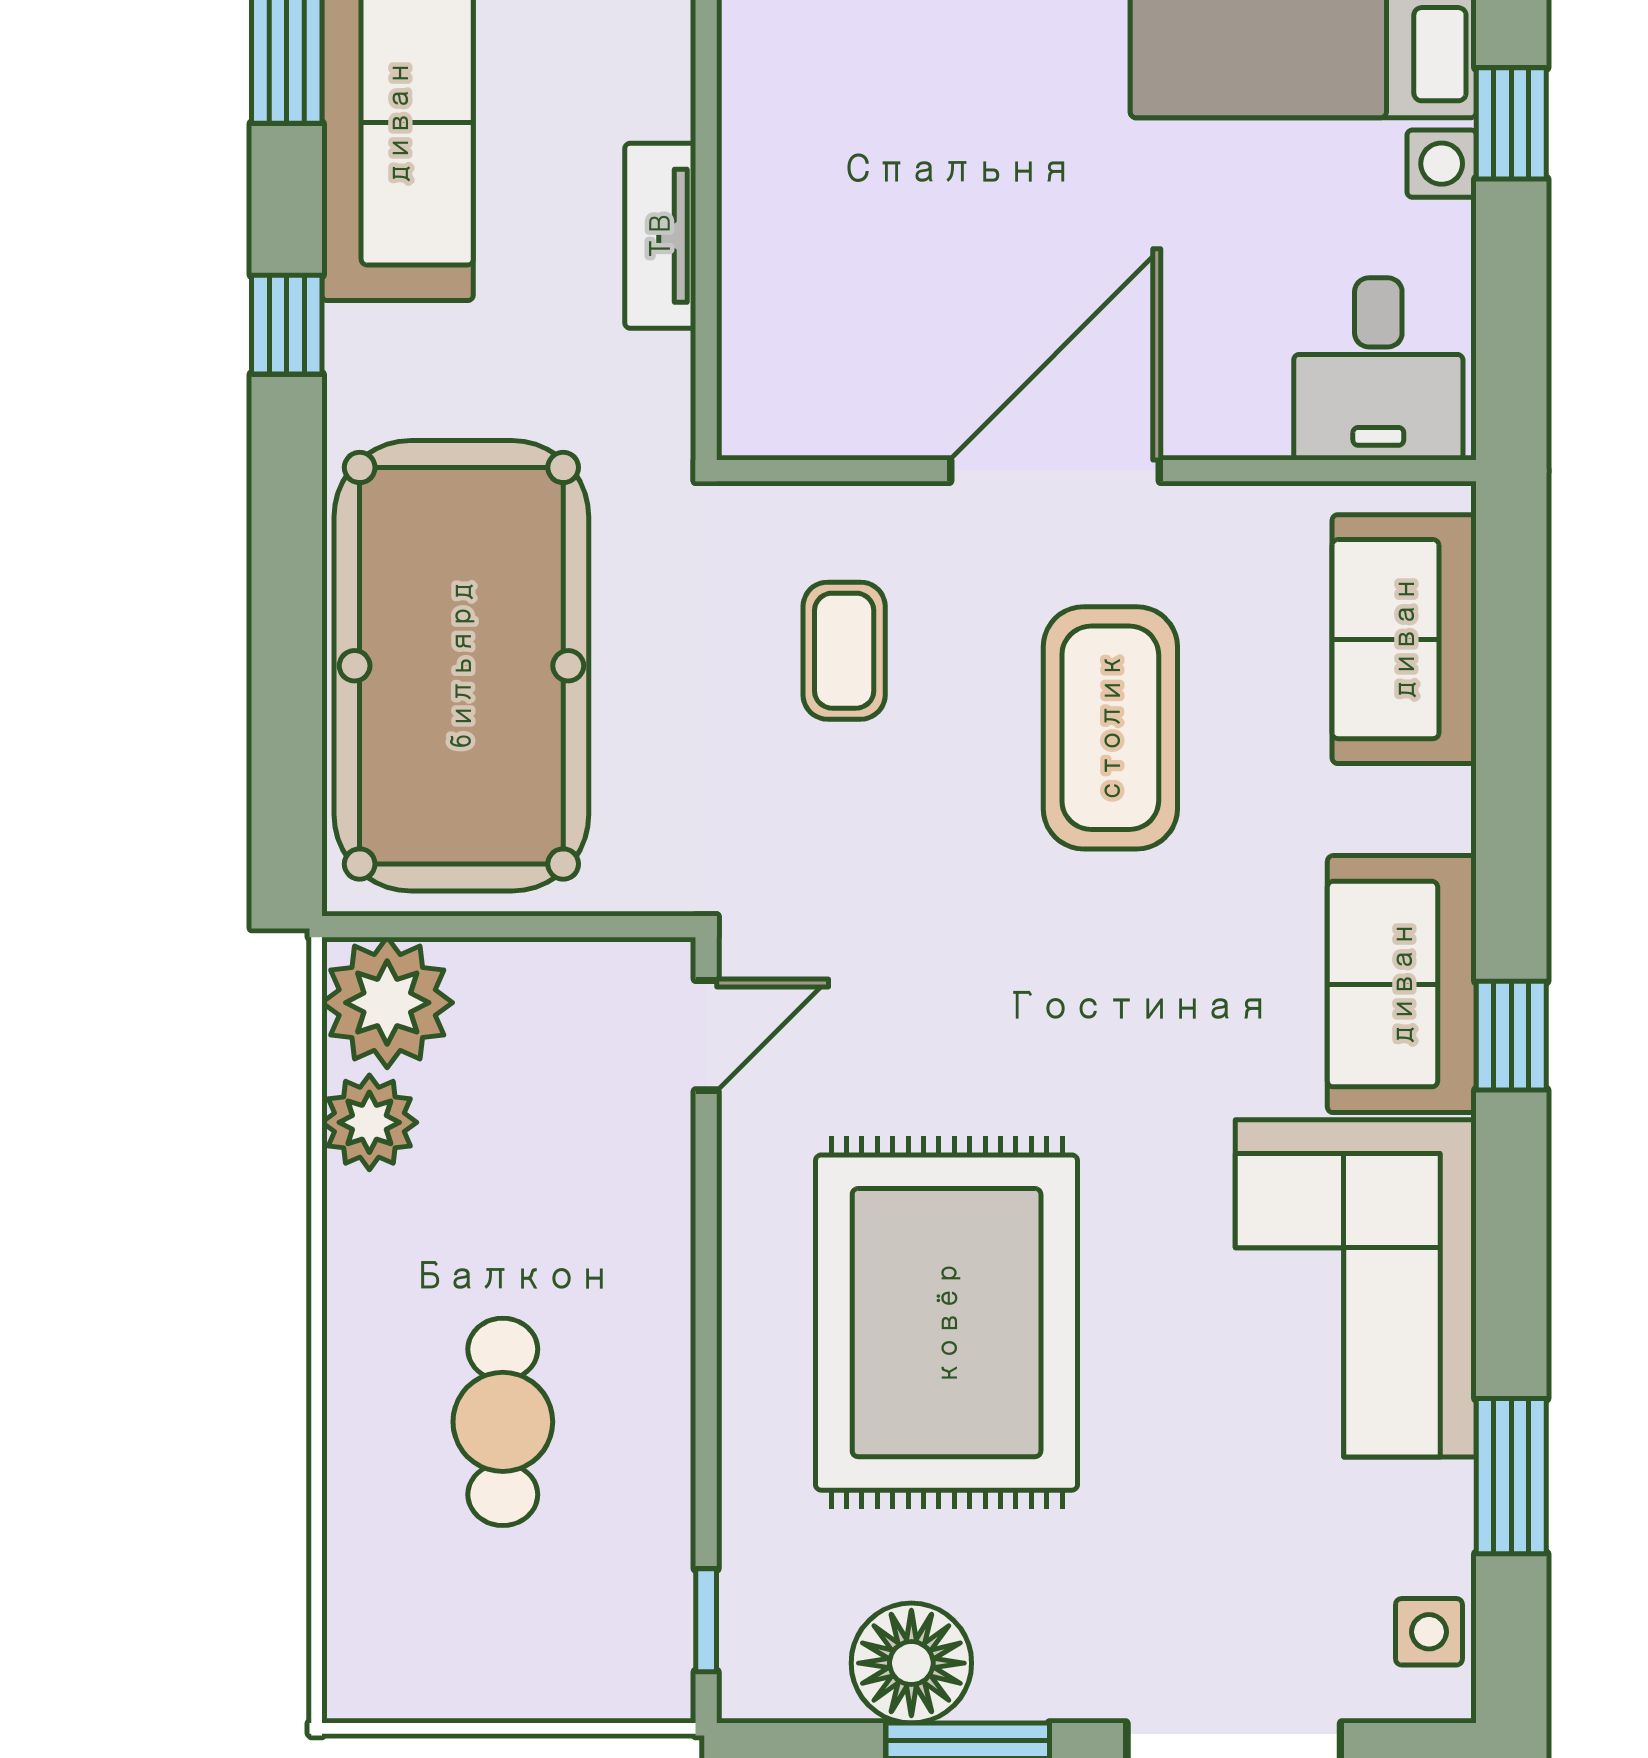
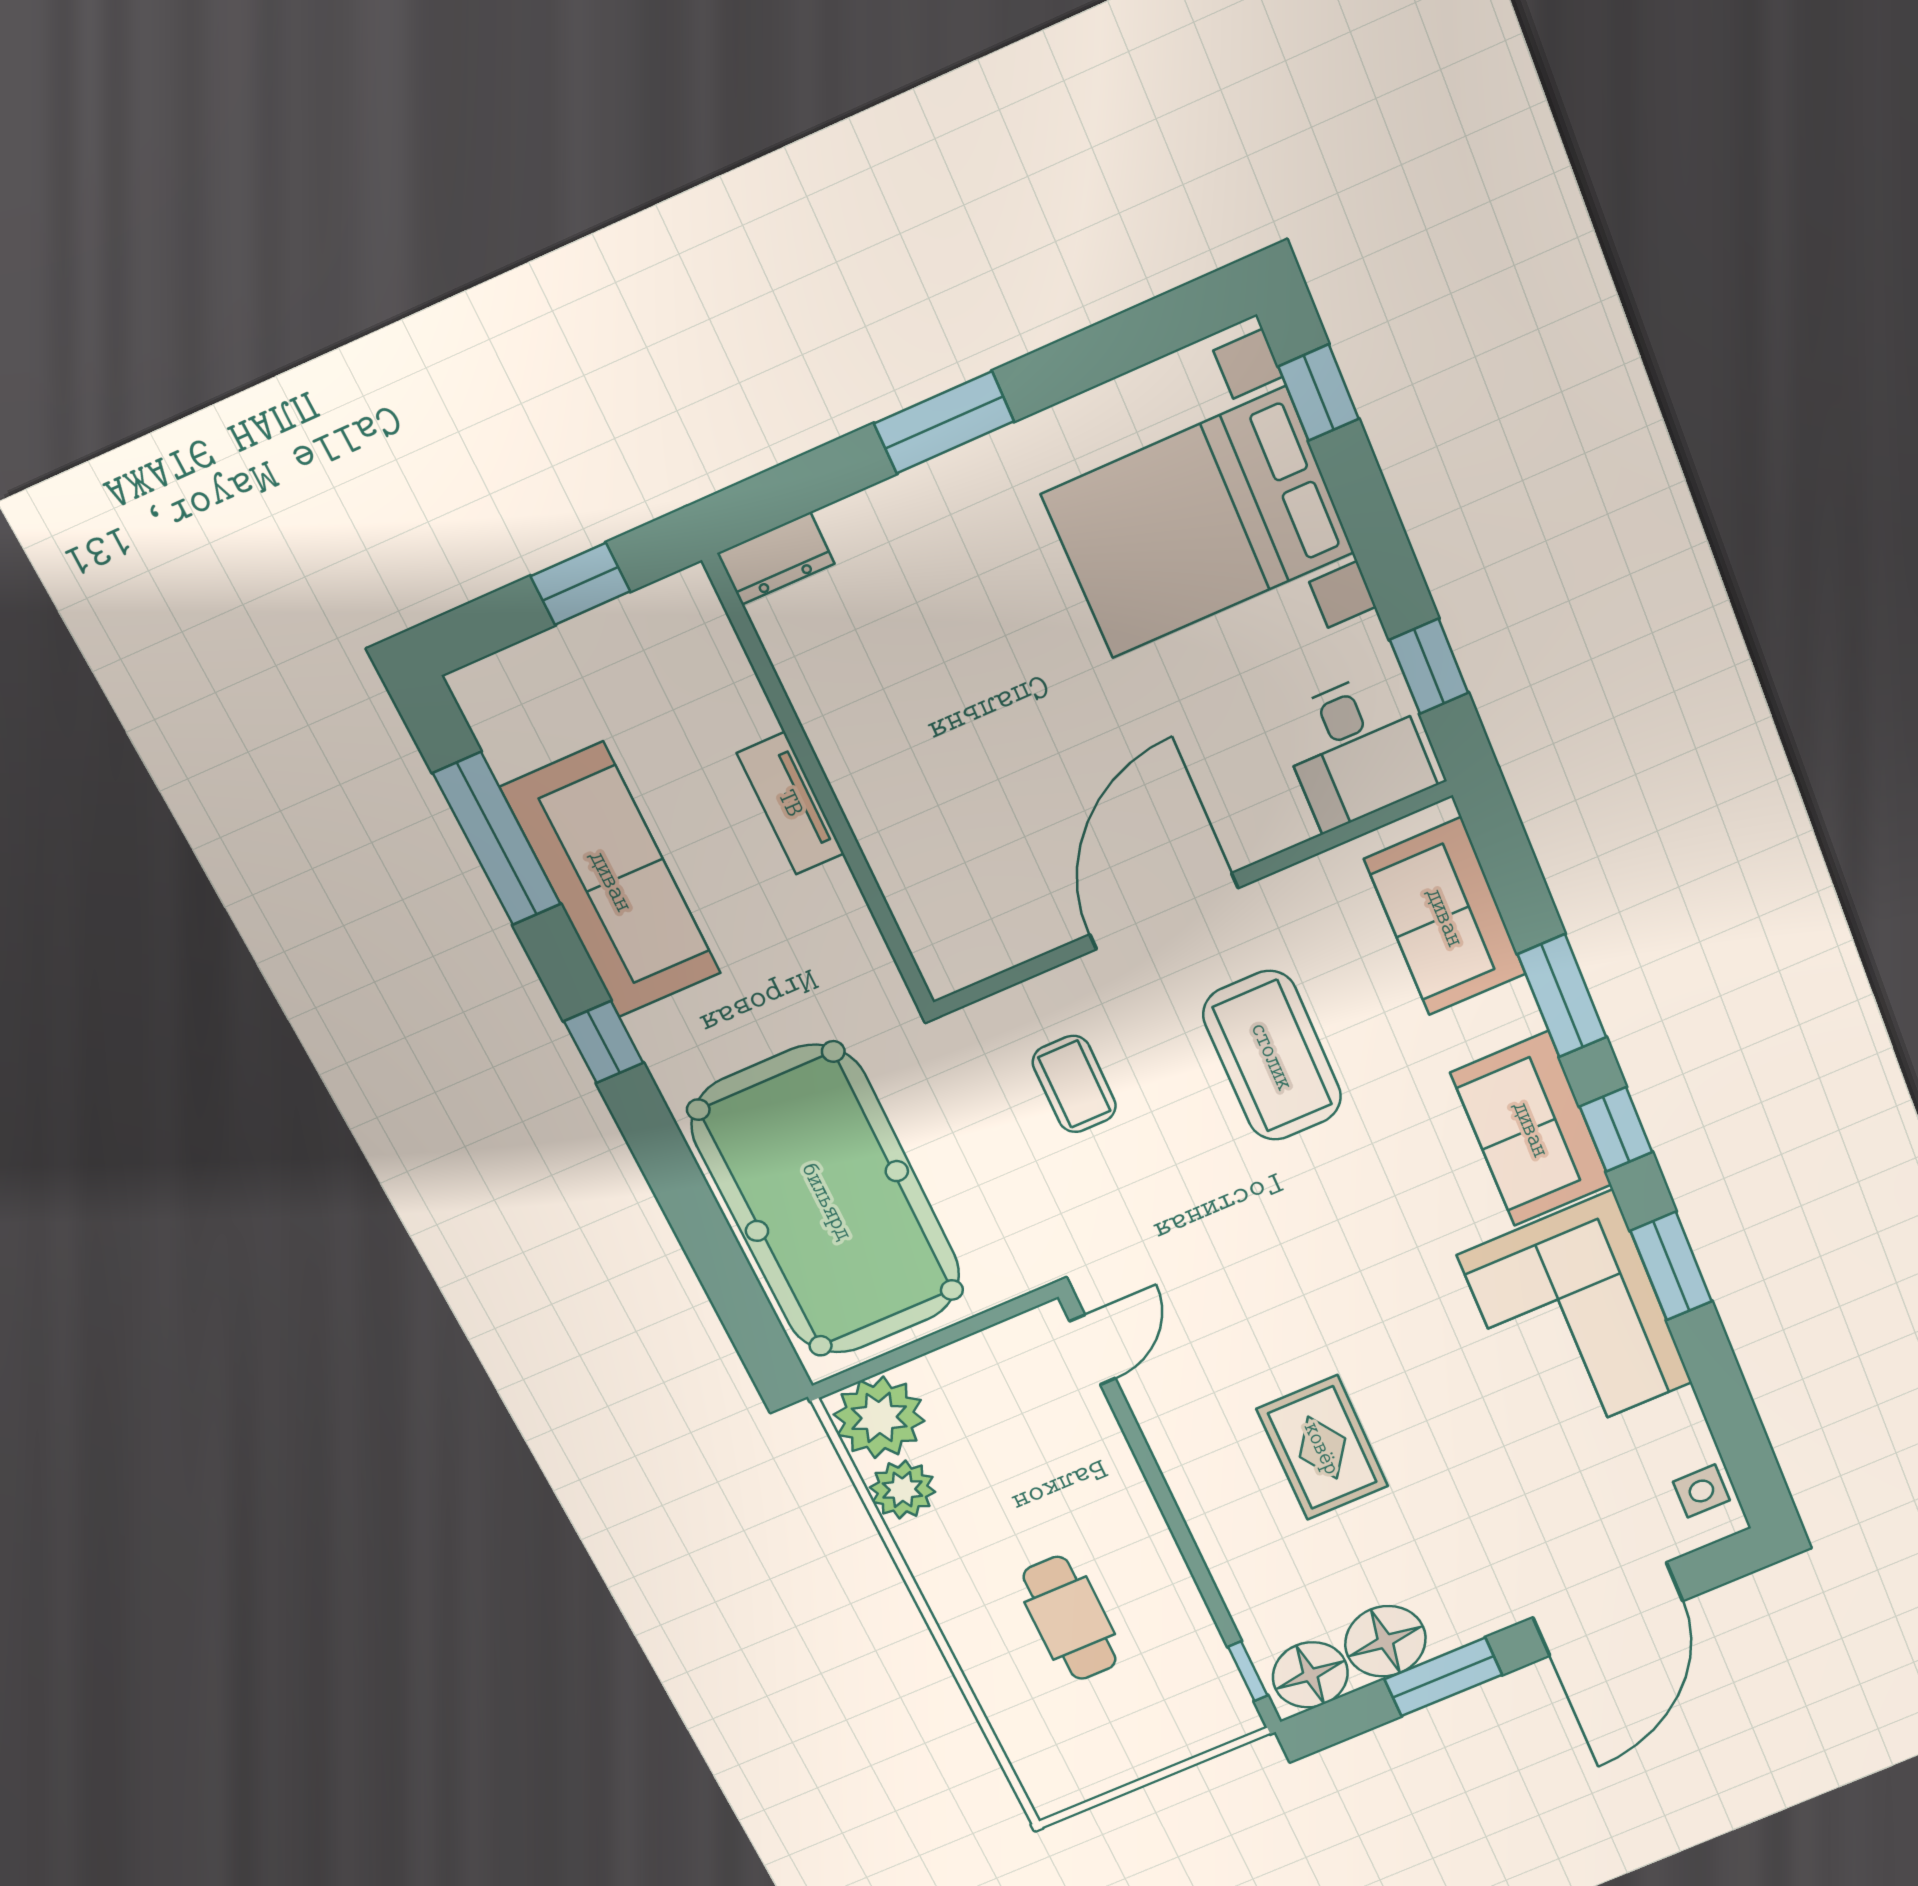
window: (1511, 123) -> (1429, 666), moved
tv unit: (660, 236) -> (791, 803), moved
window: (1511, 815) -> (1562, 996), added
rug: (947, 1323) -> (1322, 1448), width x0.54, depth x0.49
window: (1511, 1476) -> (1671, 1266), moved
floor lamp: (788, 1667) -> (1310, 1675), added

